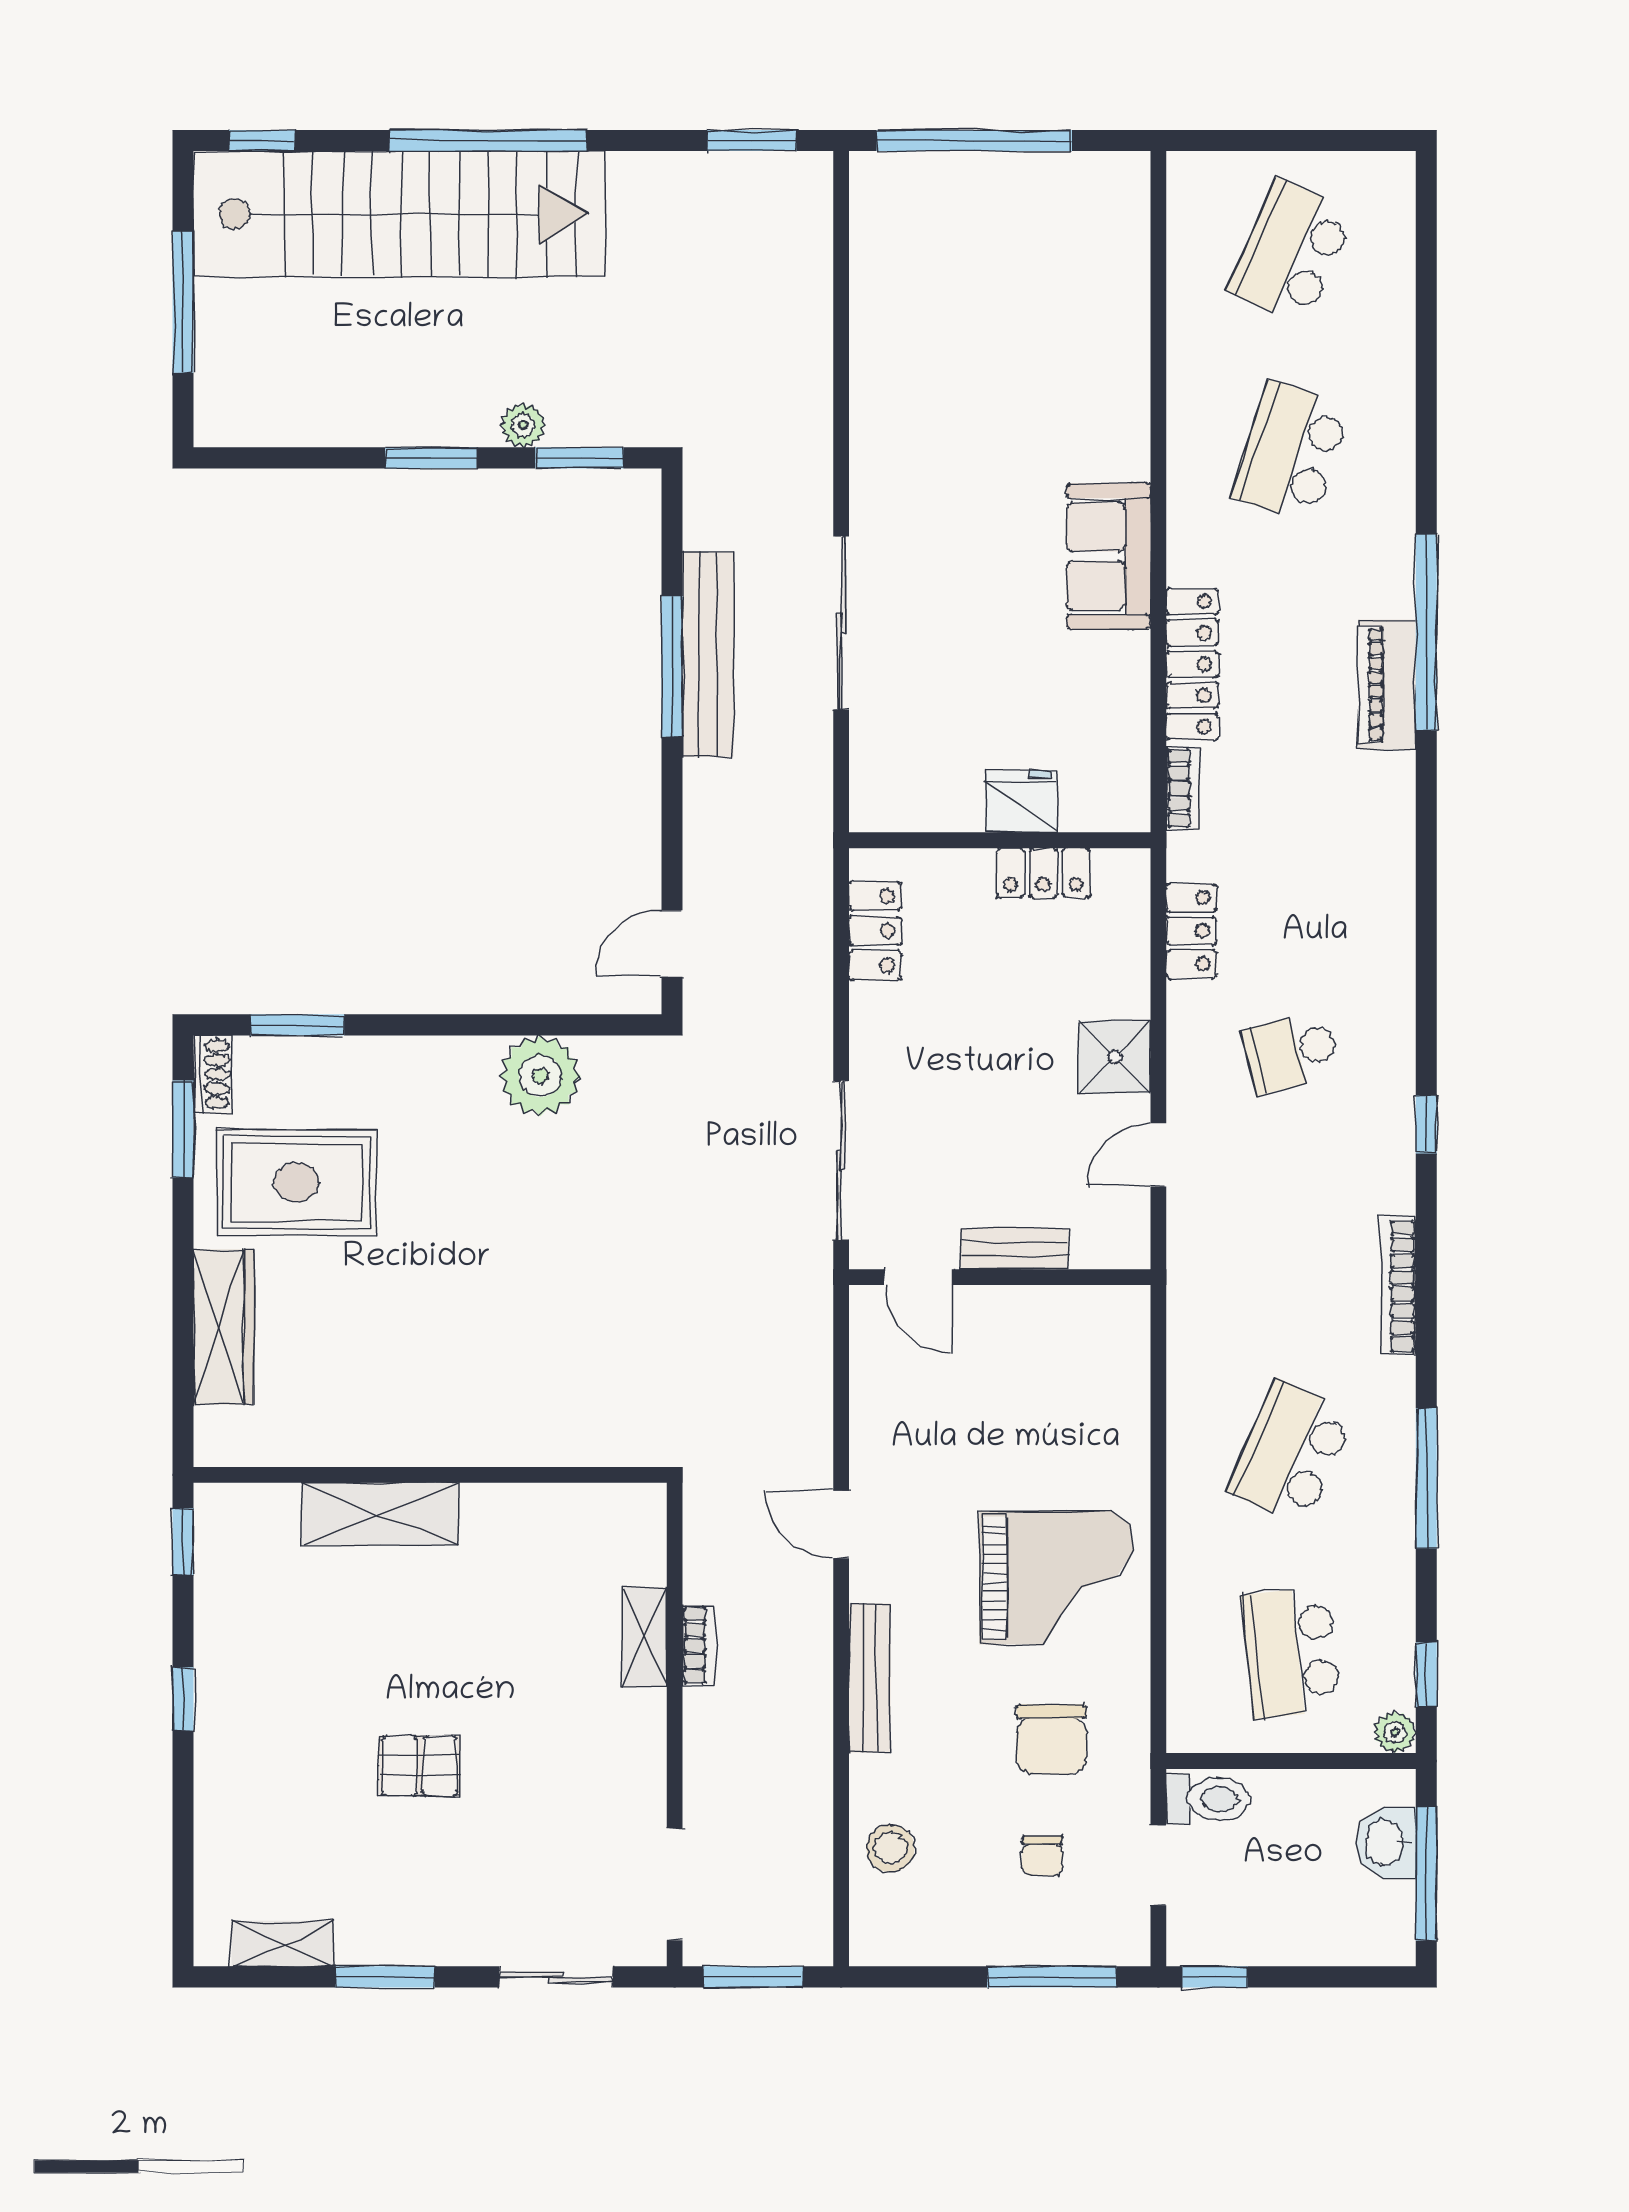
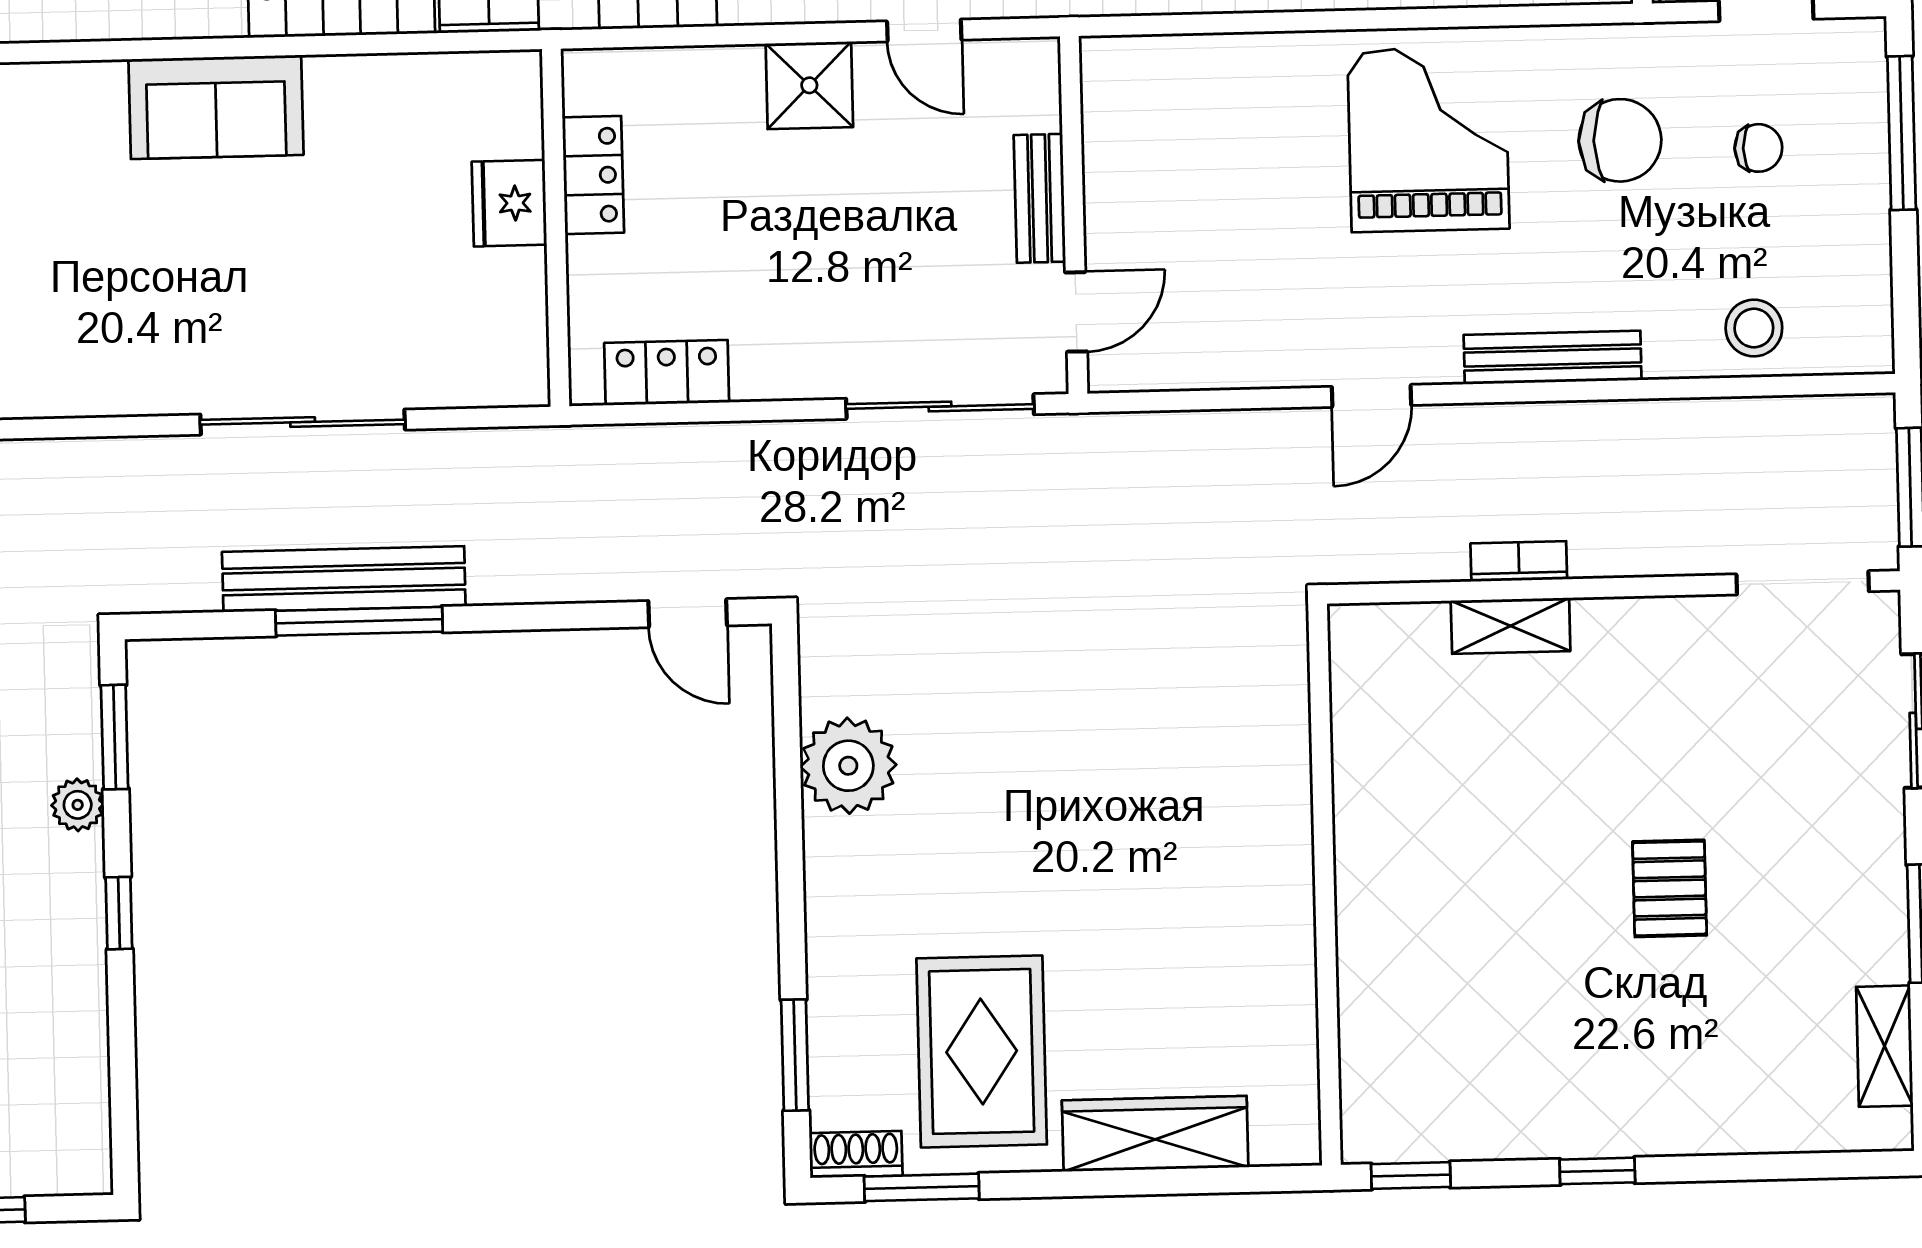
window: (431, 458) -> (119, 913), width x0.67
shelving: (380, 1514) -> (1372, 943), removed

